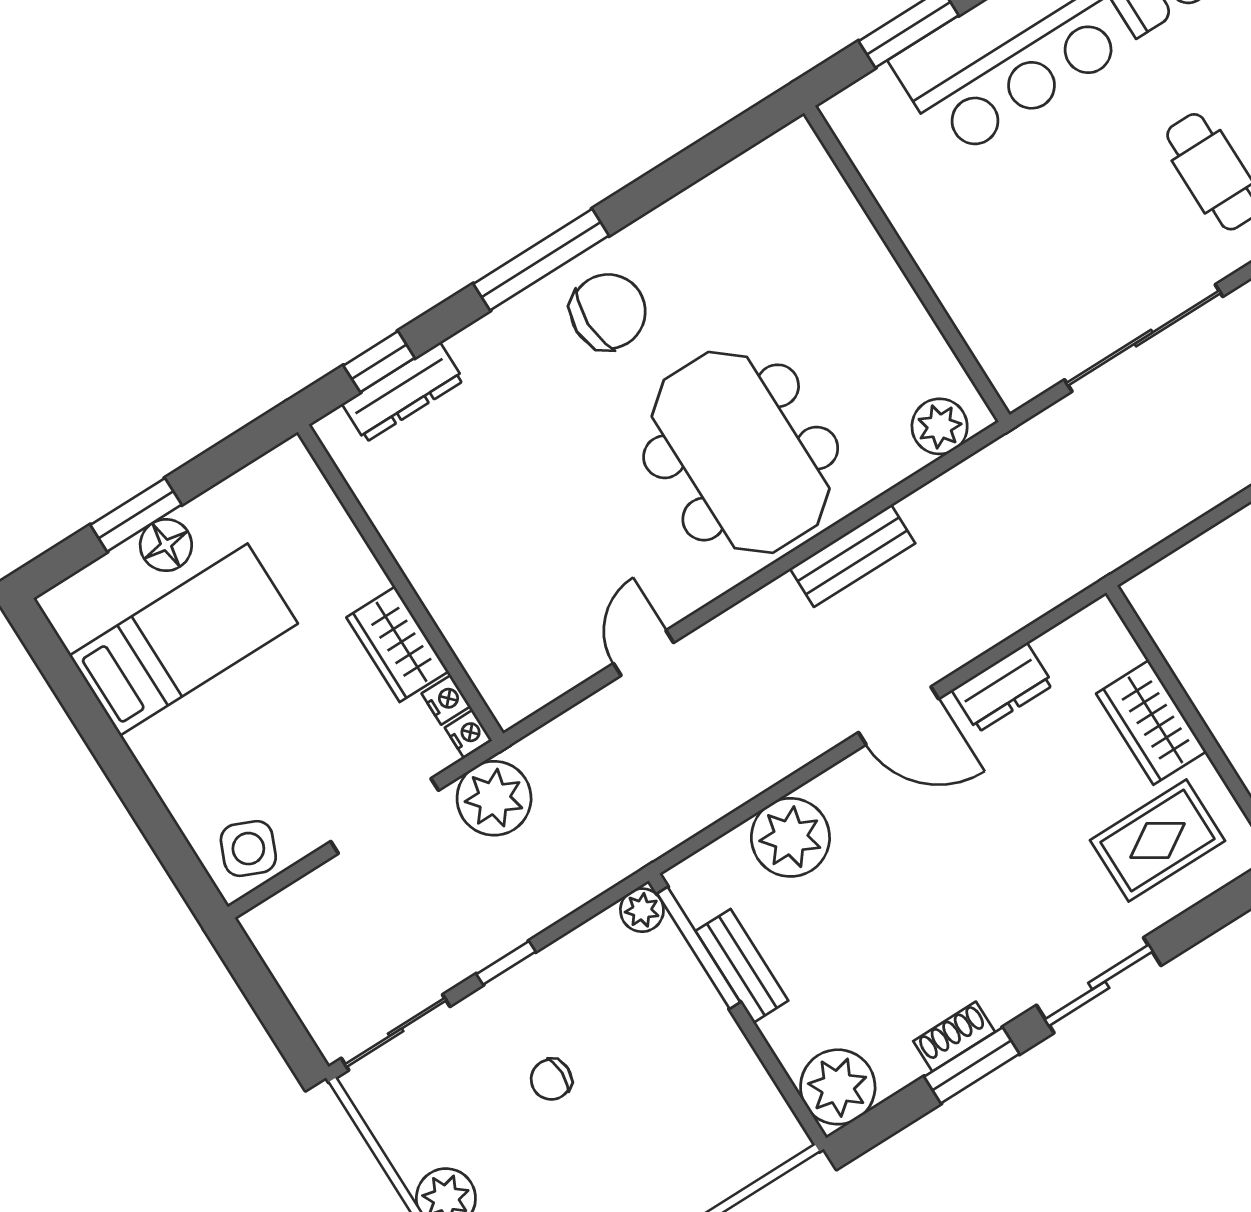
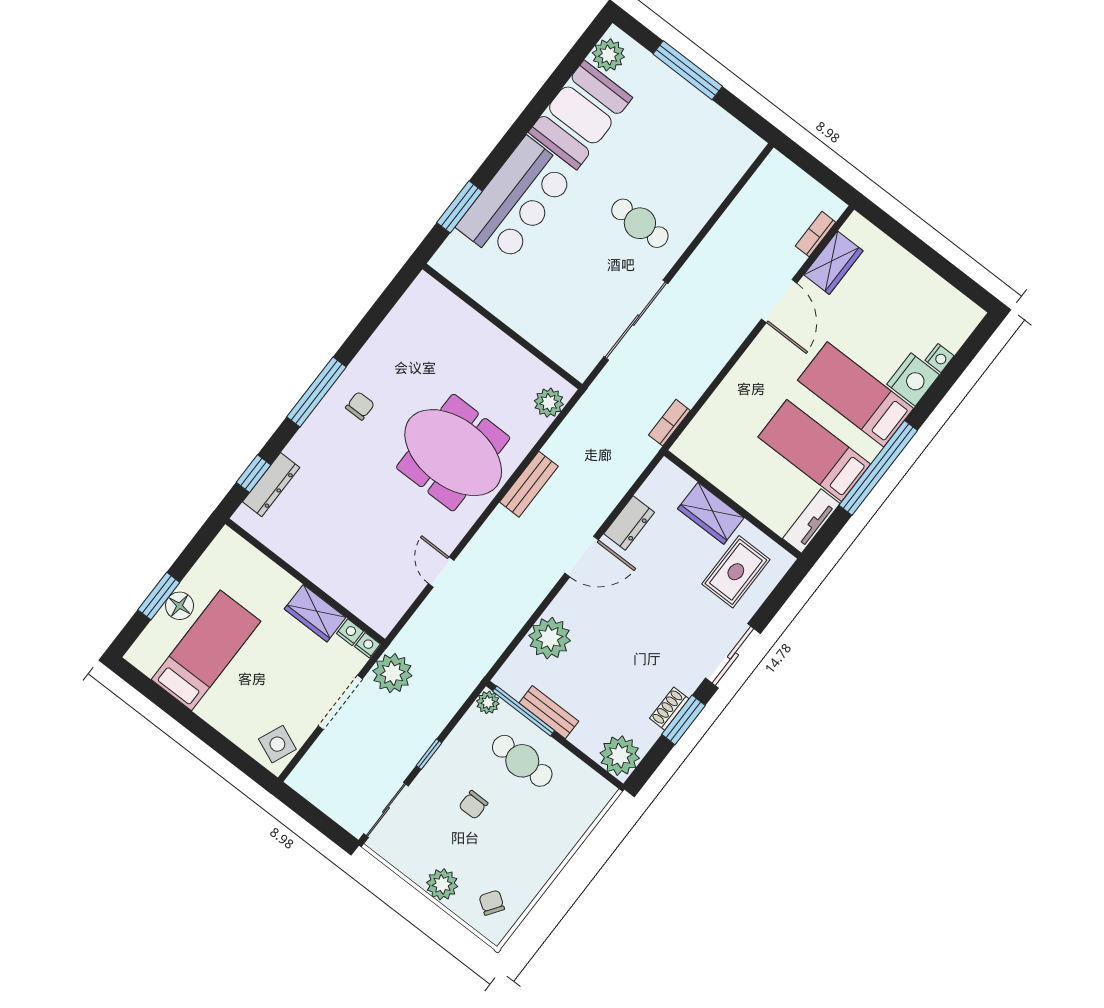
chair: (608, 312) -> (360, 406), width x0.54, depth x0.54
bookcase: (1137, 538) -> (669, 423), added
cafe table: (664, 1034) -> (522, 761), added

